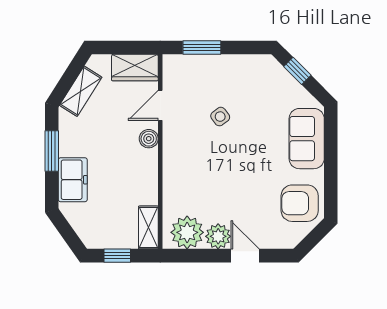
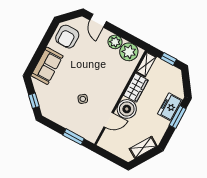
wardrobe: (135, 68) -> (136, 88), moved, turned 90
boiler: (149, 139) -> (127, 109), width x1.86, depth x1.86
window: (52, 151) -> (178, 117), moved
armchair: (300, 203) -> (67, 37), turned 90
door: (245, 256) -> (98, 21), moved

